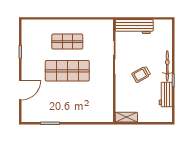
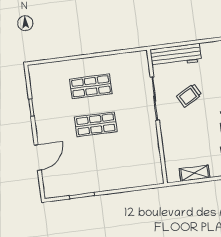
shop shelf: (67, 71) -> (96, 124), width x0.70, depth x0.74
trolley: (141, 74) -> (189, 95), moved
shelving: (126, 117) -> (195, 173), moved

